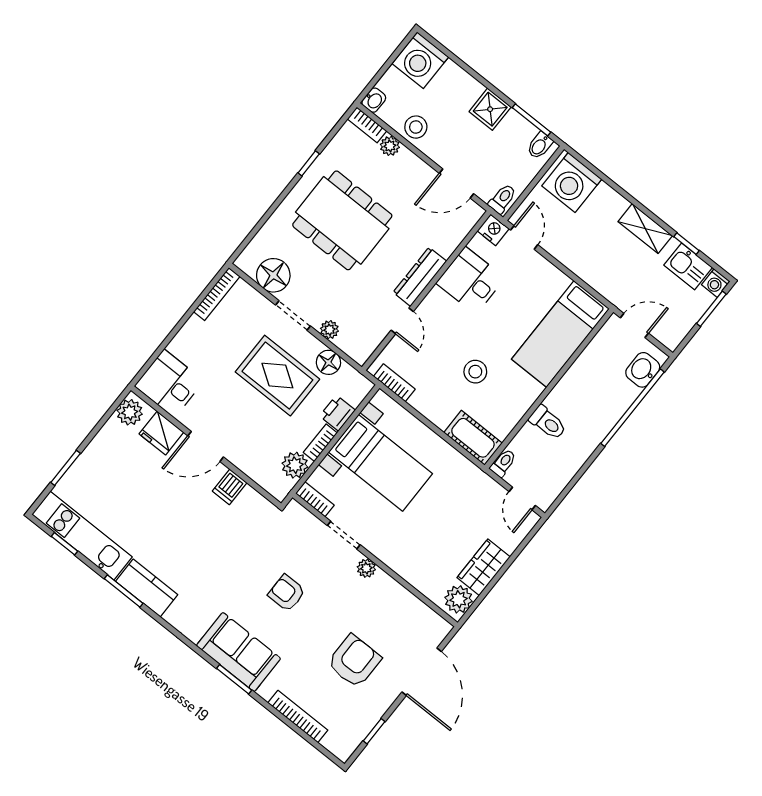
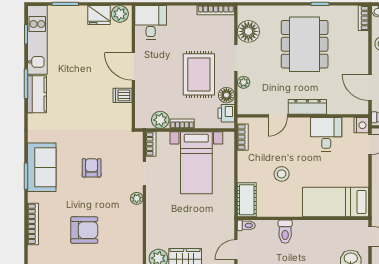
plant: (390, 146) -> (362, 38), removed
printer: (337, 413) -> (226, 113), moved, turned -90
fridge: (161, 433) -> (99, 15), moved, turned -90

